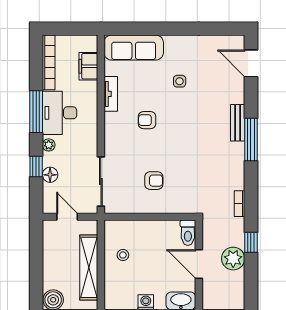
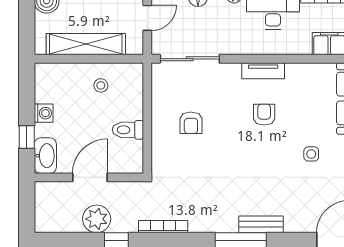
tv unit: (111, 94) -> (263, 71), moved
bookcase: (239, 204) -> (163, 227), width x1.56
toilet: (188, 233) -> (128, 130), moved

